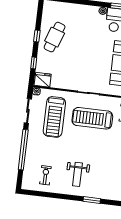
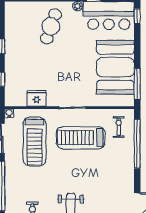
cafe table: (55, 37) -> (51, 26), moved
fridge: (43, 80) -> (37, 98), moved

